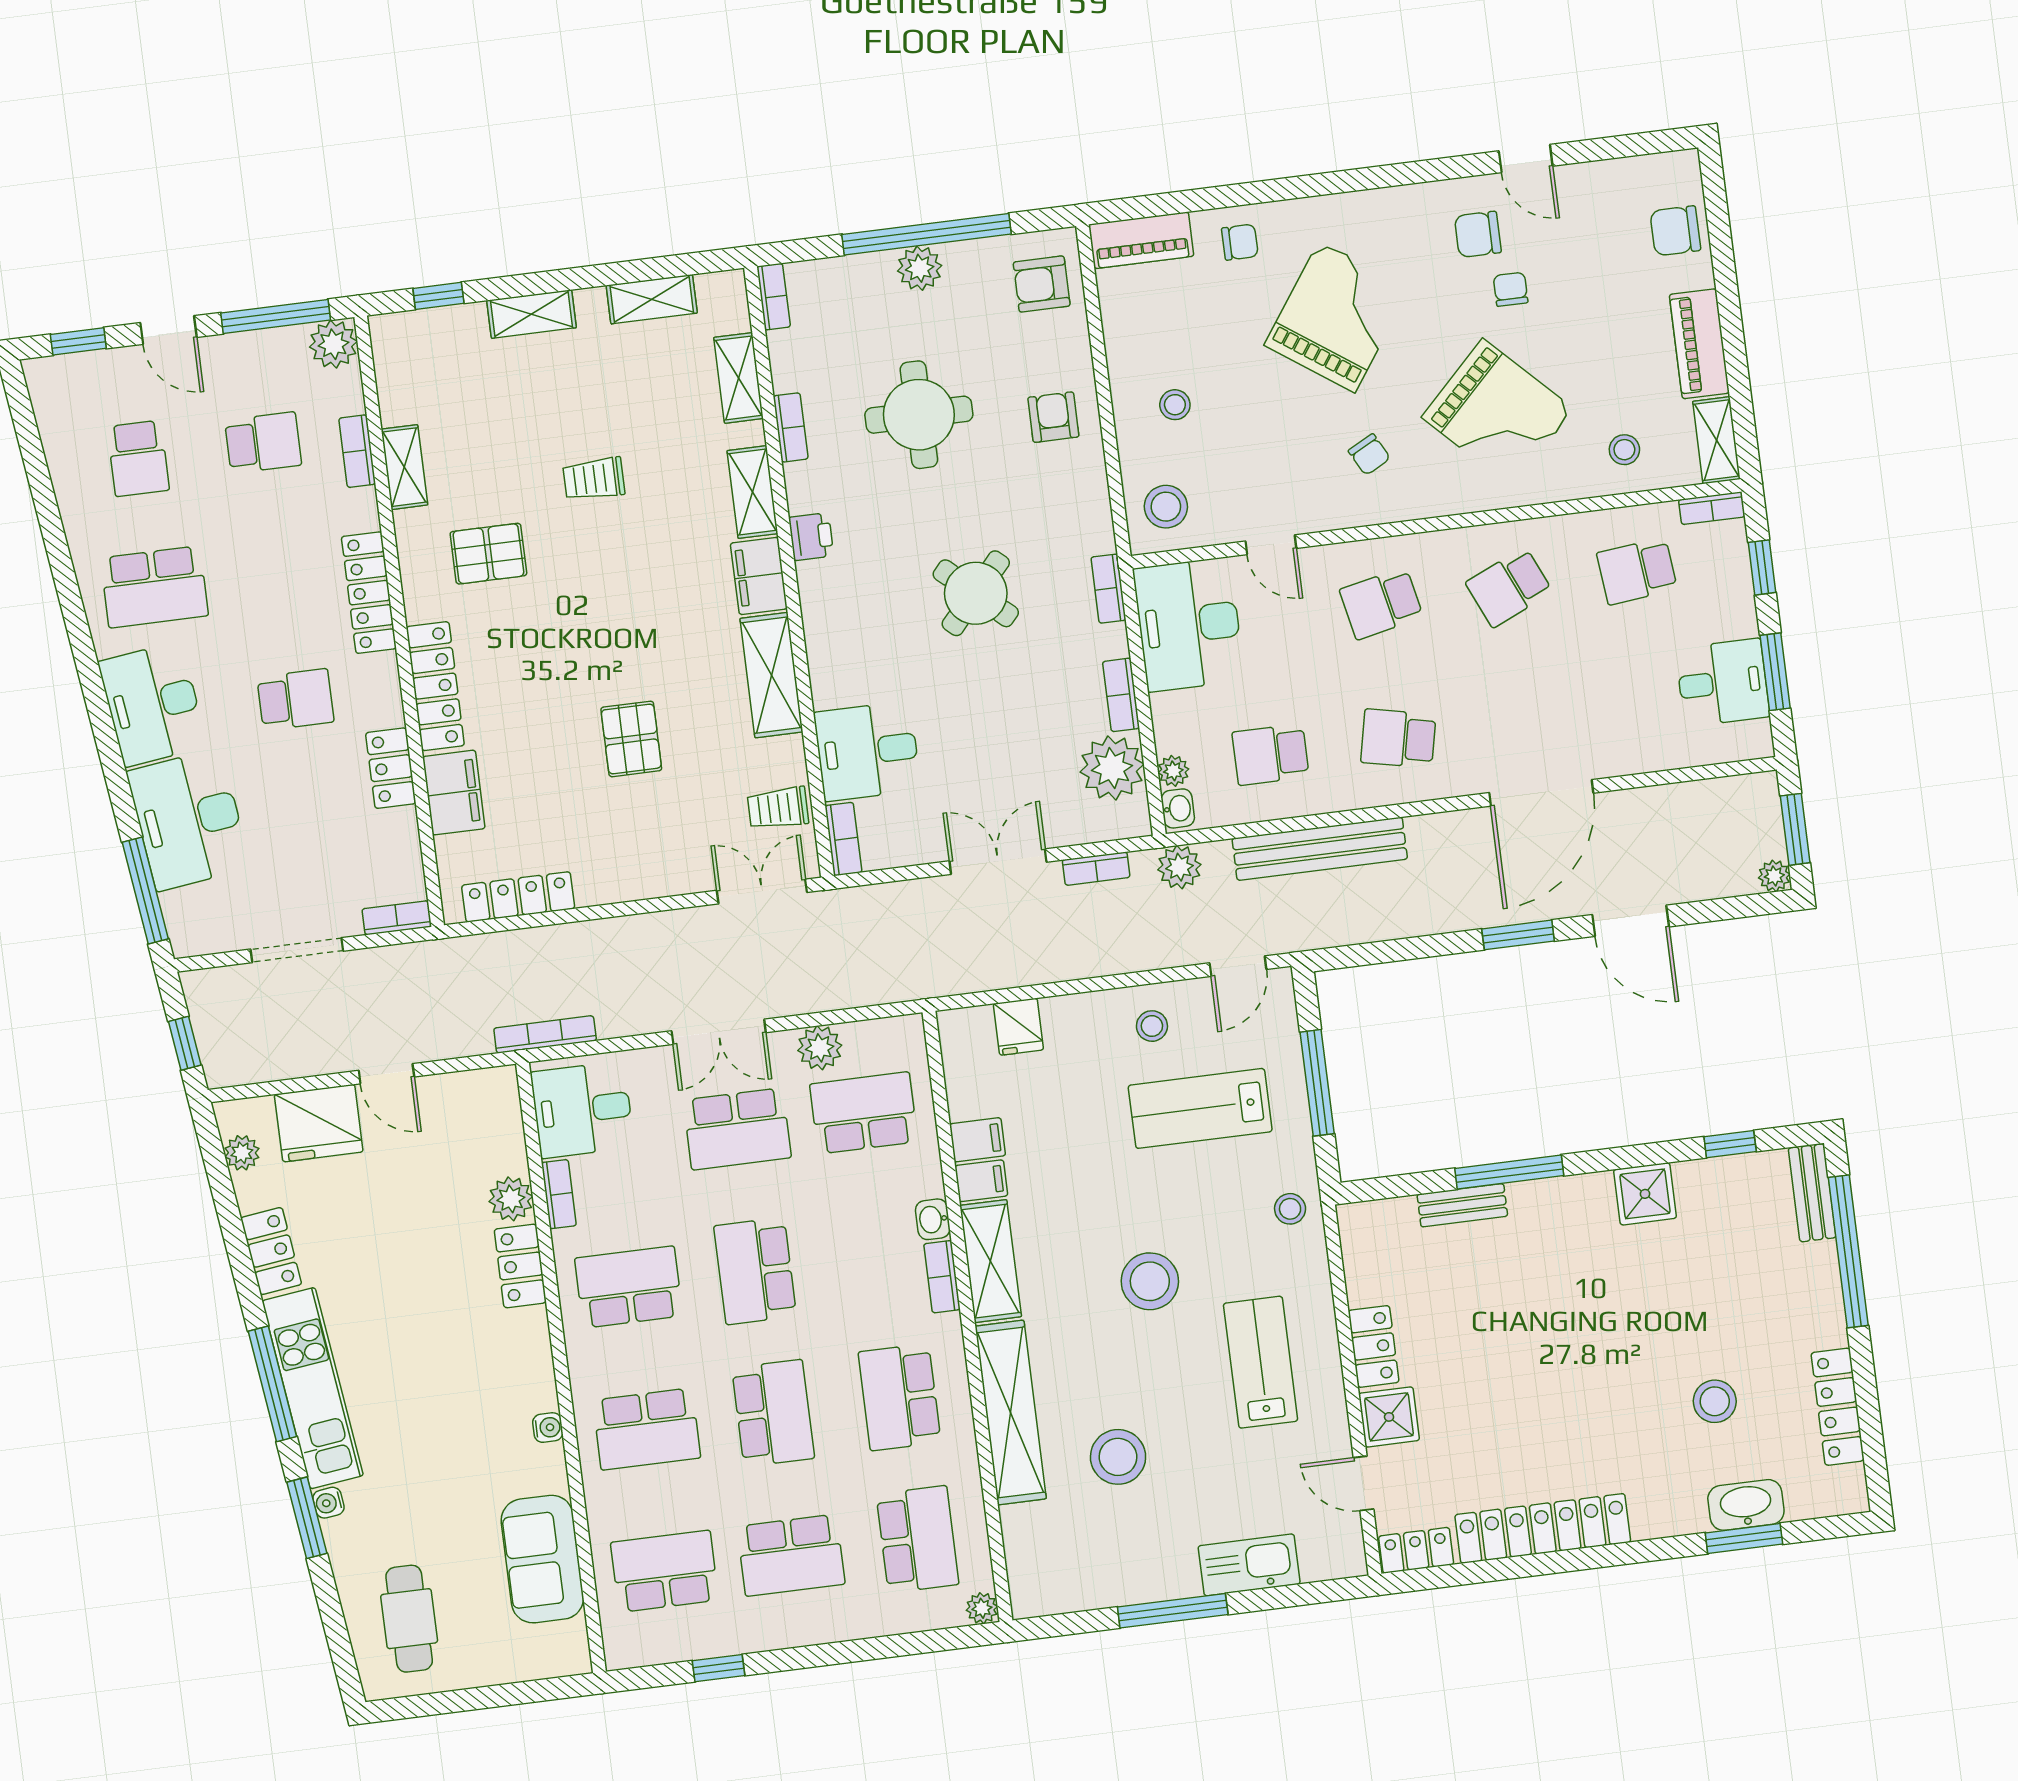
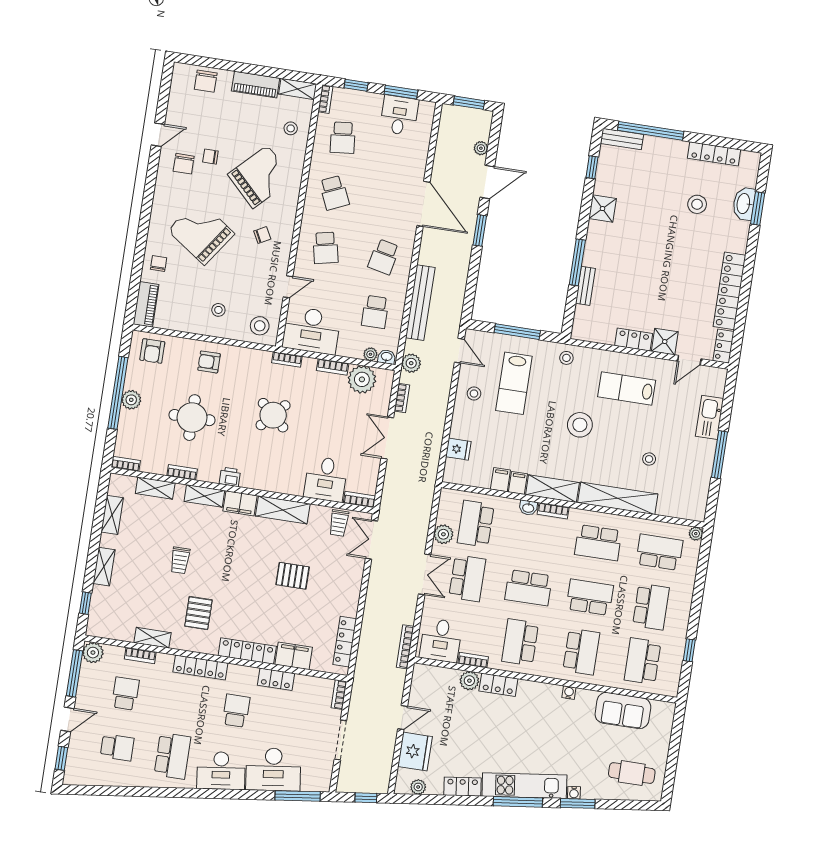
plant: (1774, 876) -> (481, 148), moved
stool: (1118, 1457) -> (649, 459), width x0.53, depth x0.53

